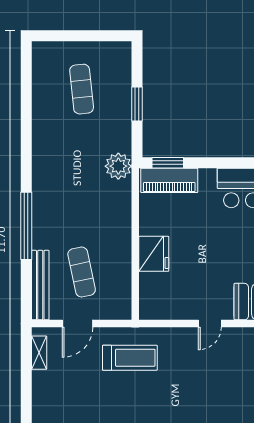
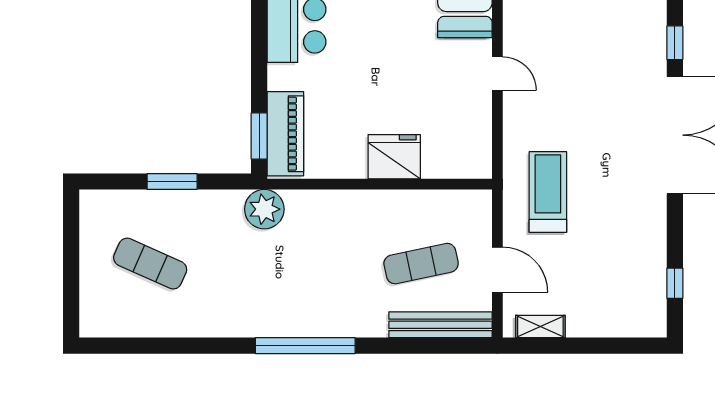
exercise mat: (82, 89) -> (150, 264), turned 30
window: (26, 226) -> (305, 346), moved

